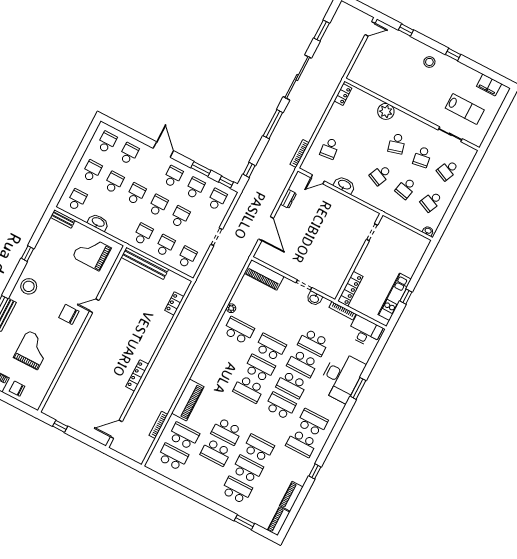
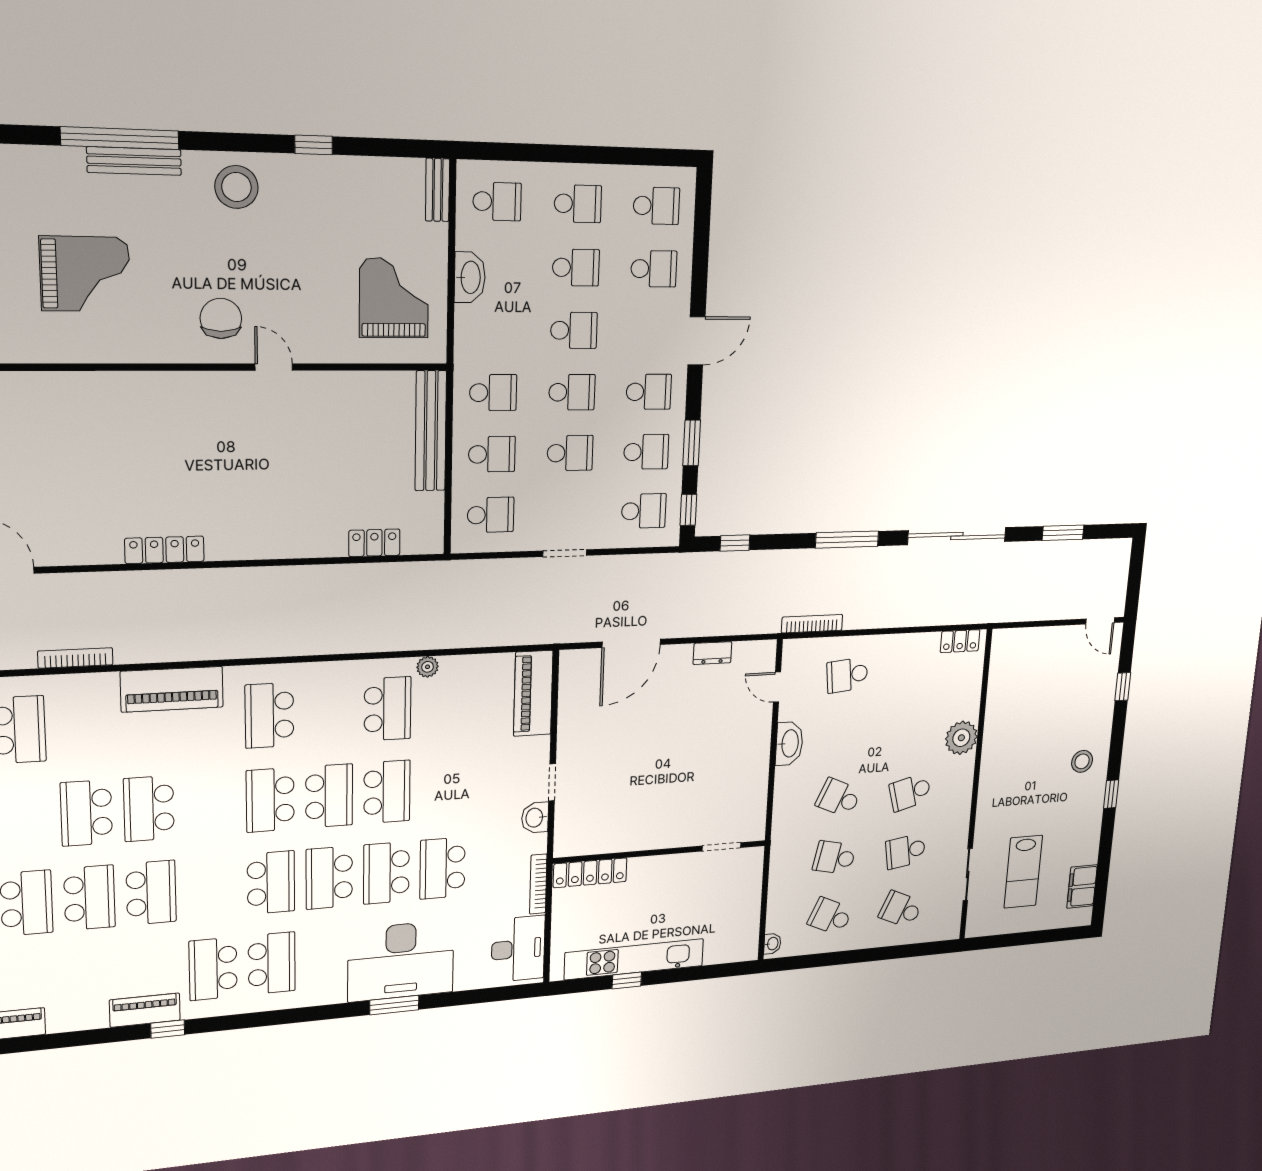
kitchen unit: (395, 297) -> (634, 959), width x1.36
school desk: (184, 436) -> (269, 715), moved, turned 180
piano: (291, 496) -> (145, 1010), moved

